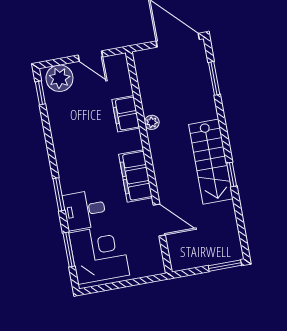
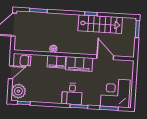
chair: (118, 77) -> (25, 61), added
filing cabinet: (126, 114) -> (56, 62), moved
stairs: (211, 162) -> (100, 24), moved
desk: (85, 210) -> (72, 94), moved
door: (159, 220) -> (105, 57), hinge flipped

